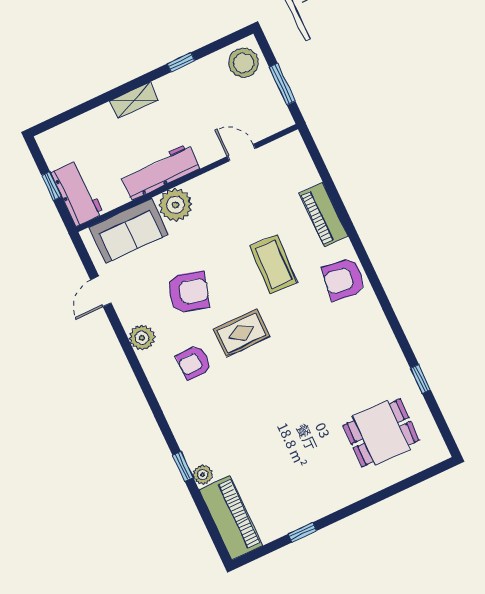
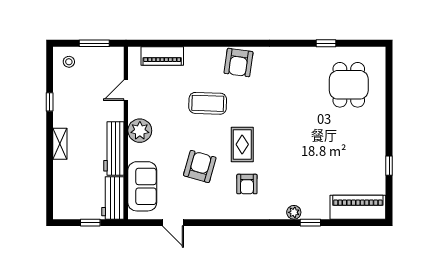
stool: (244, 63) -> (69, 62), width x0.53, depth x0.53
workbench: (77, 193) -> (113, 198), moved, turned -90
plant: (175, 205) -> (140, 131), moved
piano: (324, 215) -> (162, 56), moved
plant: (142, 338) -> (215, 210), removed
plant: (203, 475) -> (294, 212), moved

